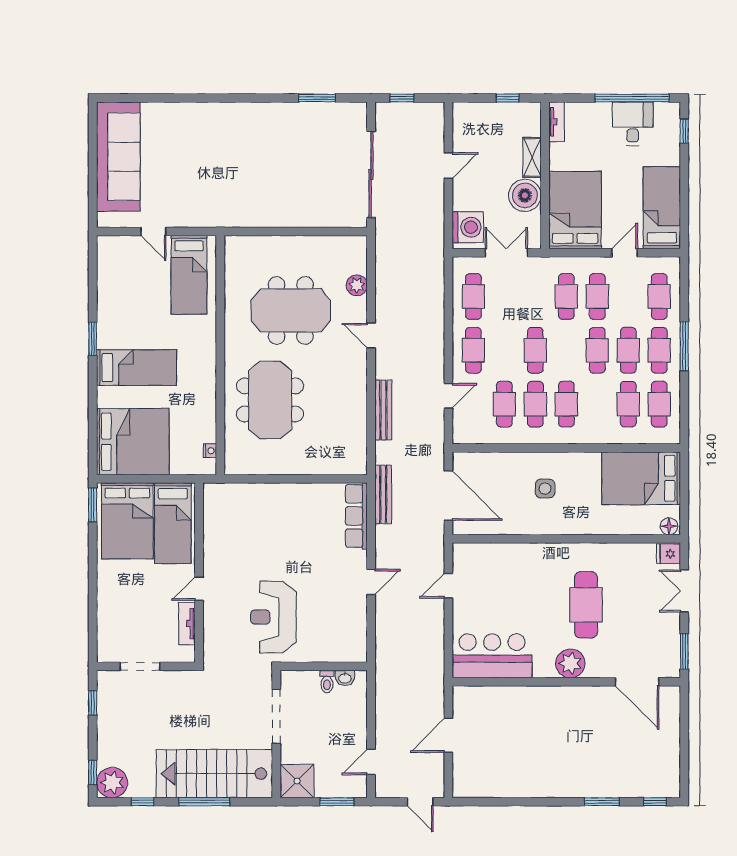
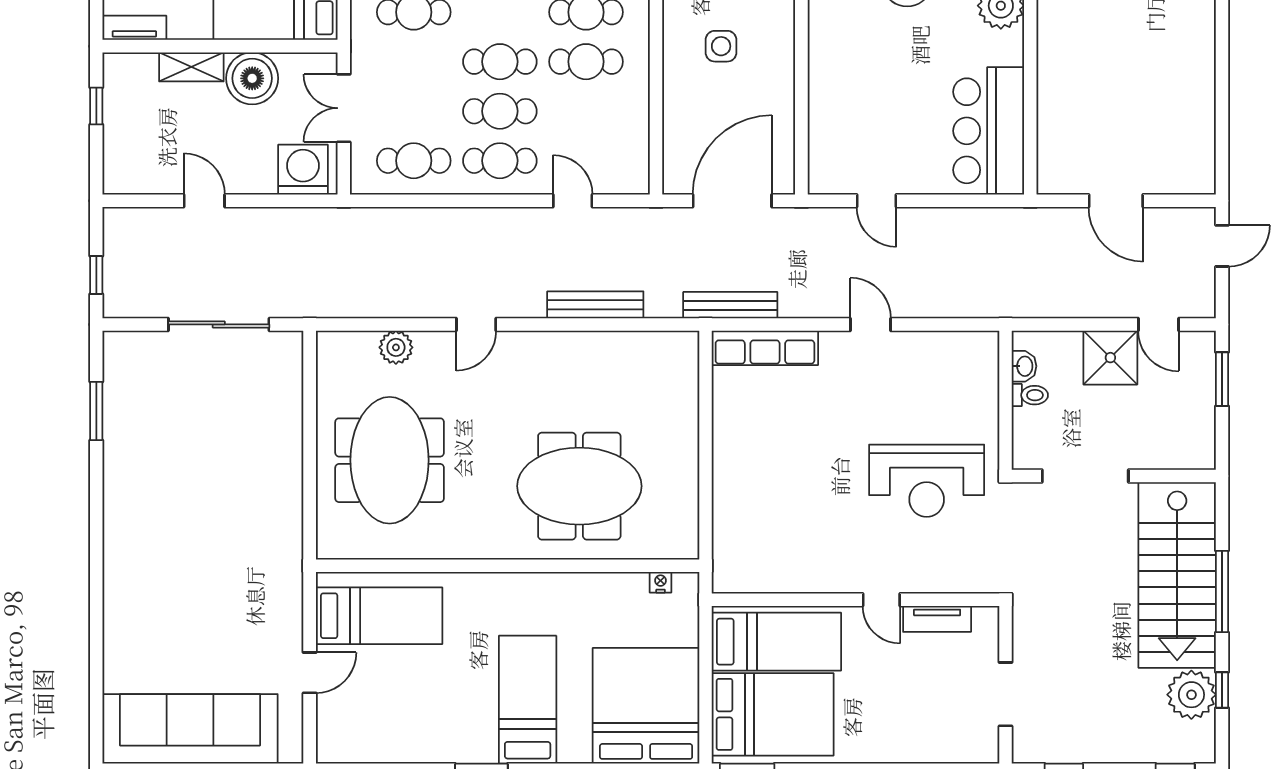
sliding door: (371, 175) -> (219, 324), width x0.73
meeting table: (291, 310) -> (390, 460), moved
cafe table: (504, 404) -> (500, 111), moved
shower: (297, 781) -> (1110, 358), moved
plant: (112, 783) -> (1191, 695), moved

